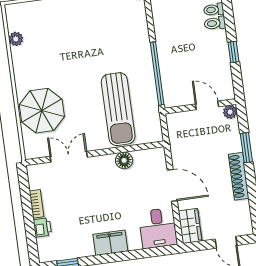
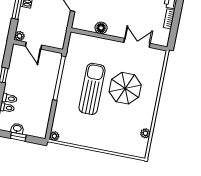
sun lounger: (118, 109) -> (92, 89), moved
parasol: (42, 111) -> (125, 88), moved
double door: (69, 157) -> (137, 43), swing flipped

